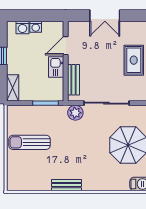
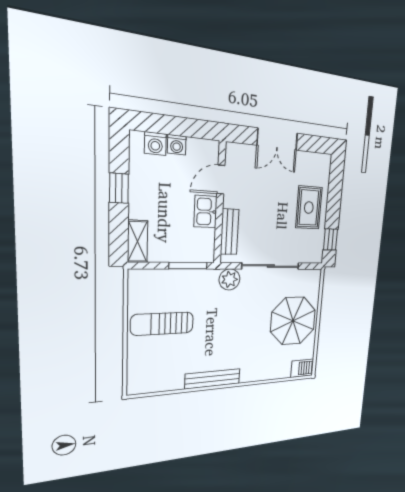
bench: (66, 185) -> (213, 379), width x1.36

